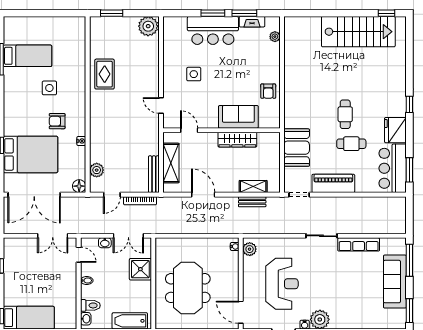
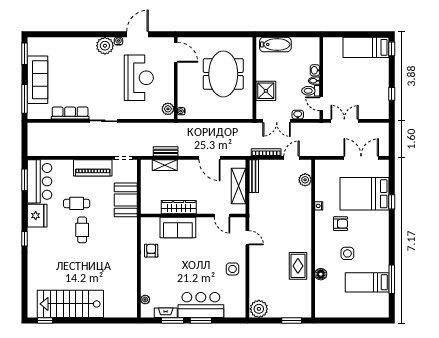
side table: (194, 74) -> (232, 269), moved
floor lamp: (79, 186) -> (321, 274), moved
double door: (34, 195) -> (361, 158), width x0.73
double door: (128, 236) -> (277, 121), swing flipped
reception desk: (282, 284) -> (139, 78), turned 180
toilet: (90, 305) -> (311, 91), moved
washbasin: (86, 319) -> (315, 70), moved

